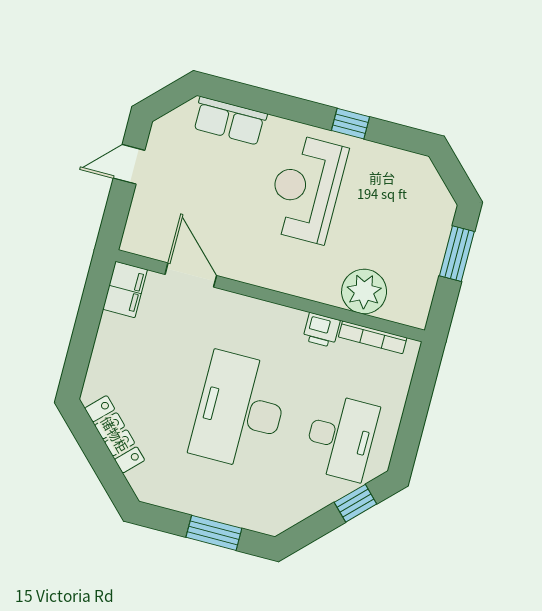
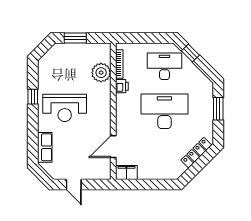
desk: (240, 411) -> (164, 111), turned 180
locker: (115, 434) -> (196, 153), moved

